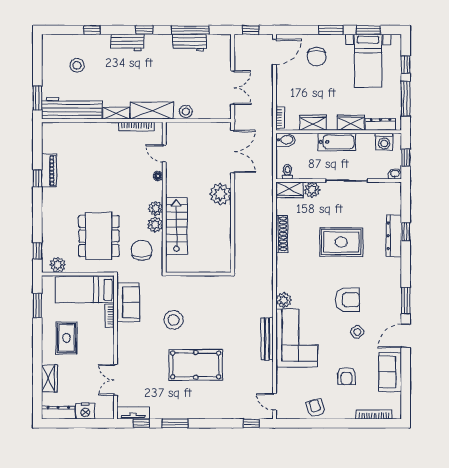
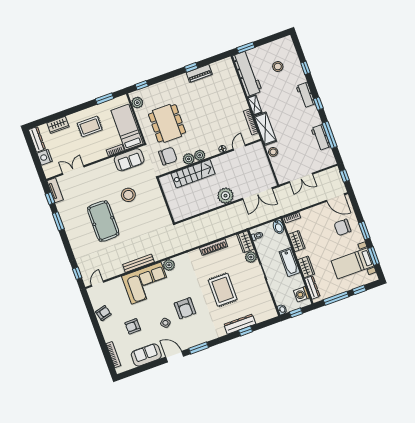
dining table: (99, 236) -> (167, 123), turned 90

